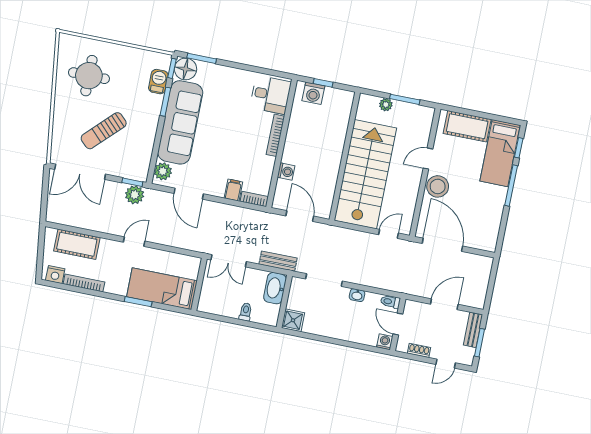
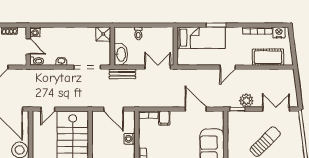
plant: (163, 171) -> (217, 121), removed
double door: (80, 172) -> (276, 109), width x0.73
plant: (135, 195) -> (246, 101), moved

